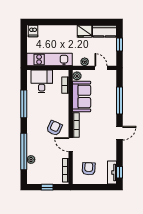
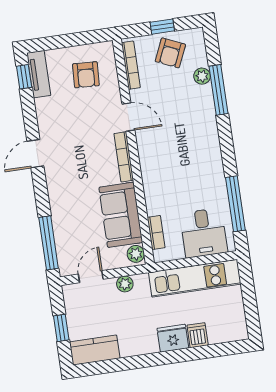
dishwasher: (33, 31) -> (198, 335), moved
fridge: (85, 31) -> (173, 338), moved
door: (101, 68) -> (91, 277), swing flipped
window: (120, 100) -> (49, 243), moved
window: (24, 104) -> (235, 204), moved
armchair: (54, 128) -> (170, 53), moved
window: (24, 151) -> (219, 90), width x0.68

